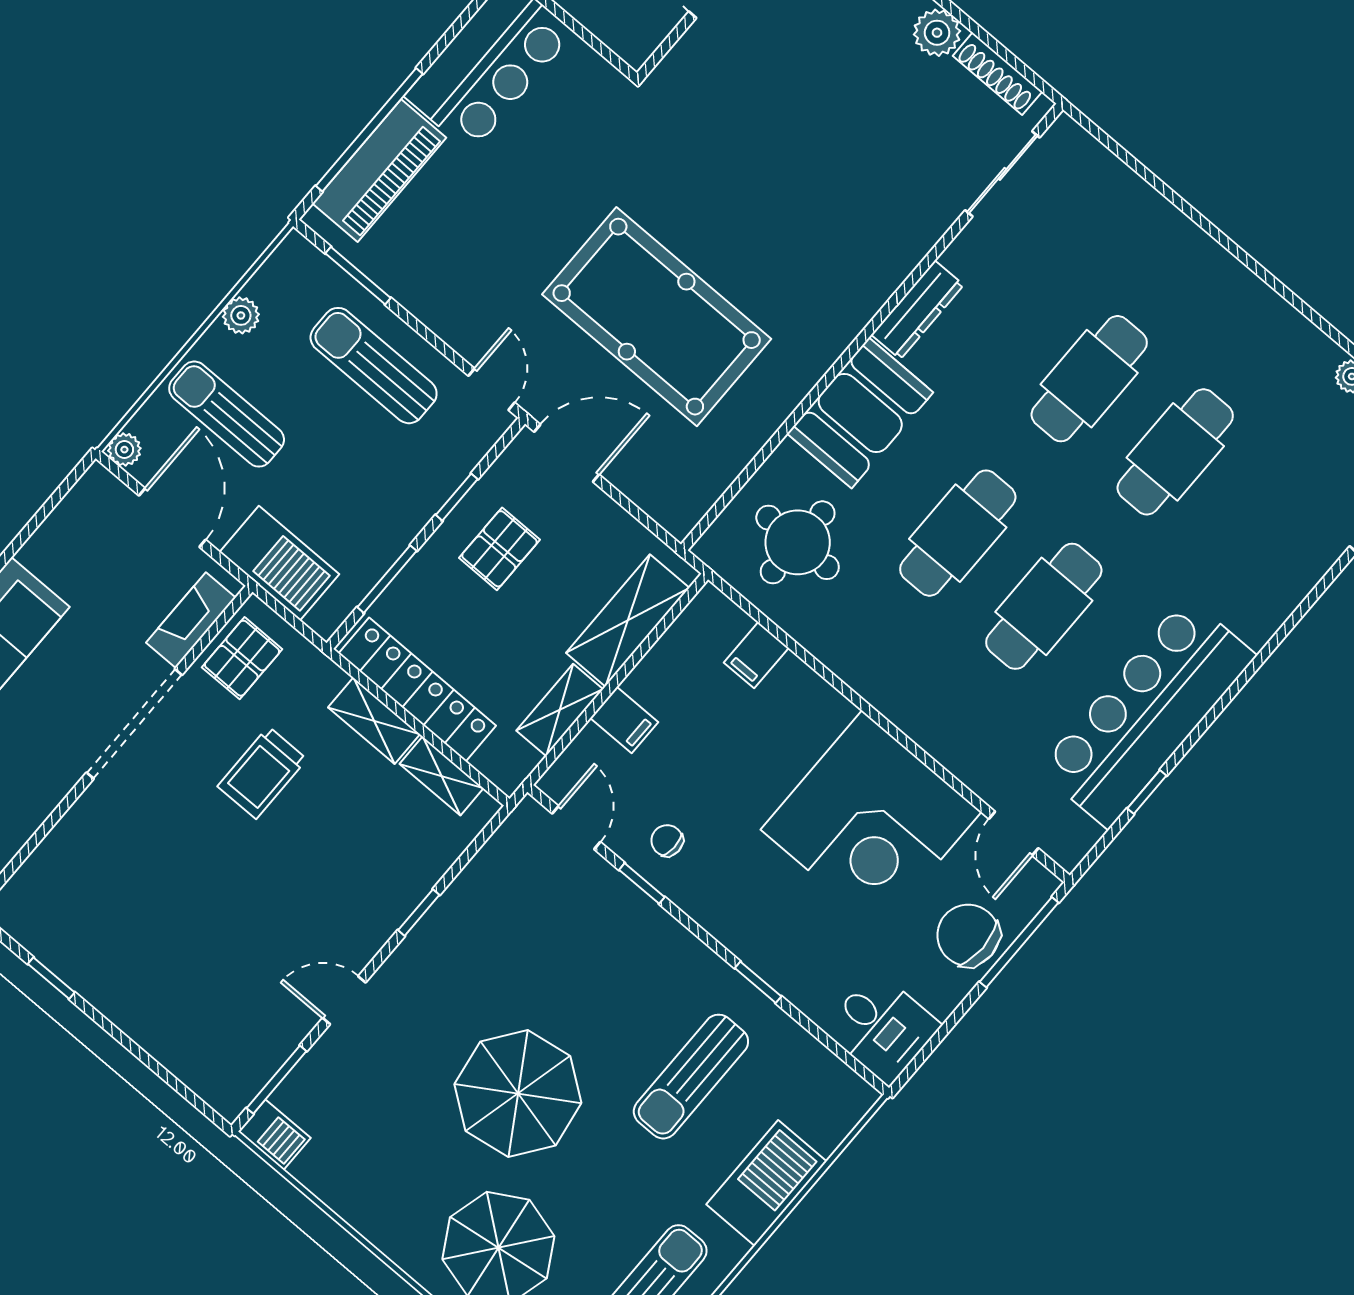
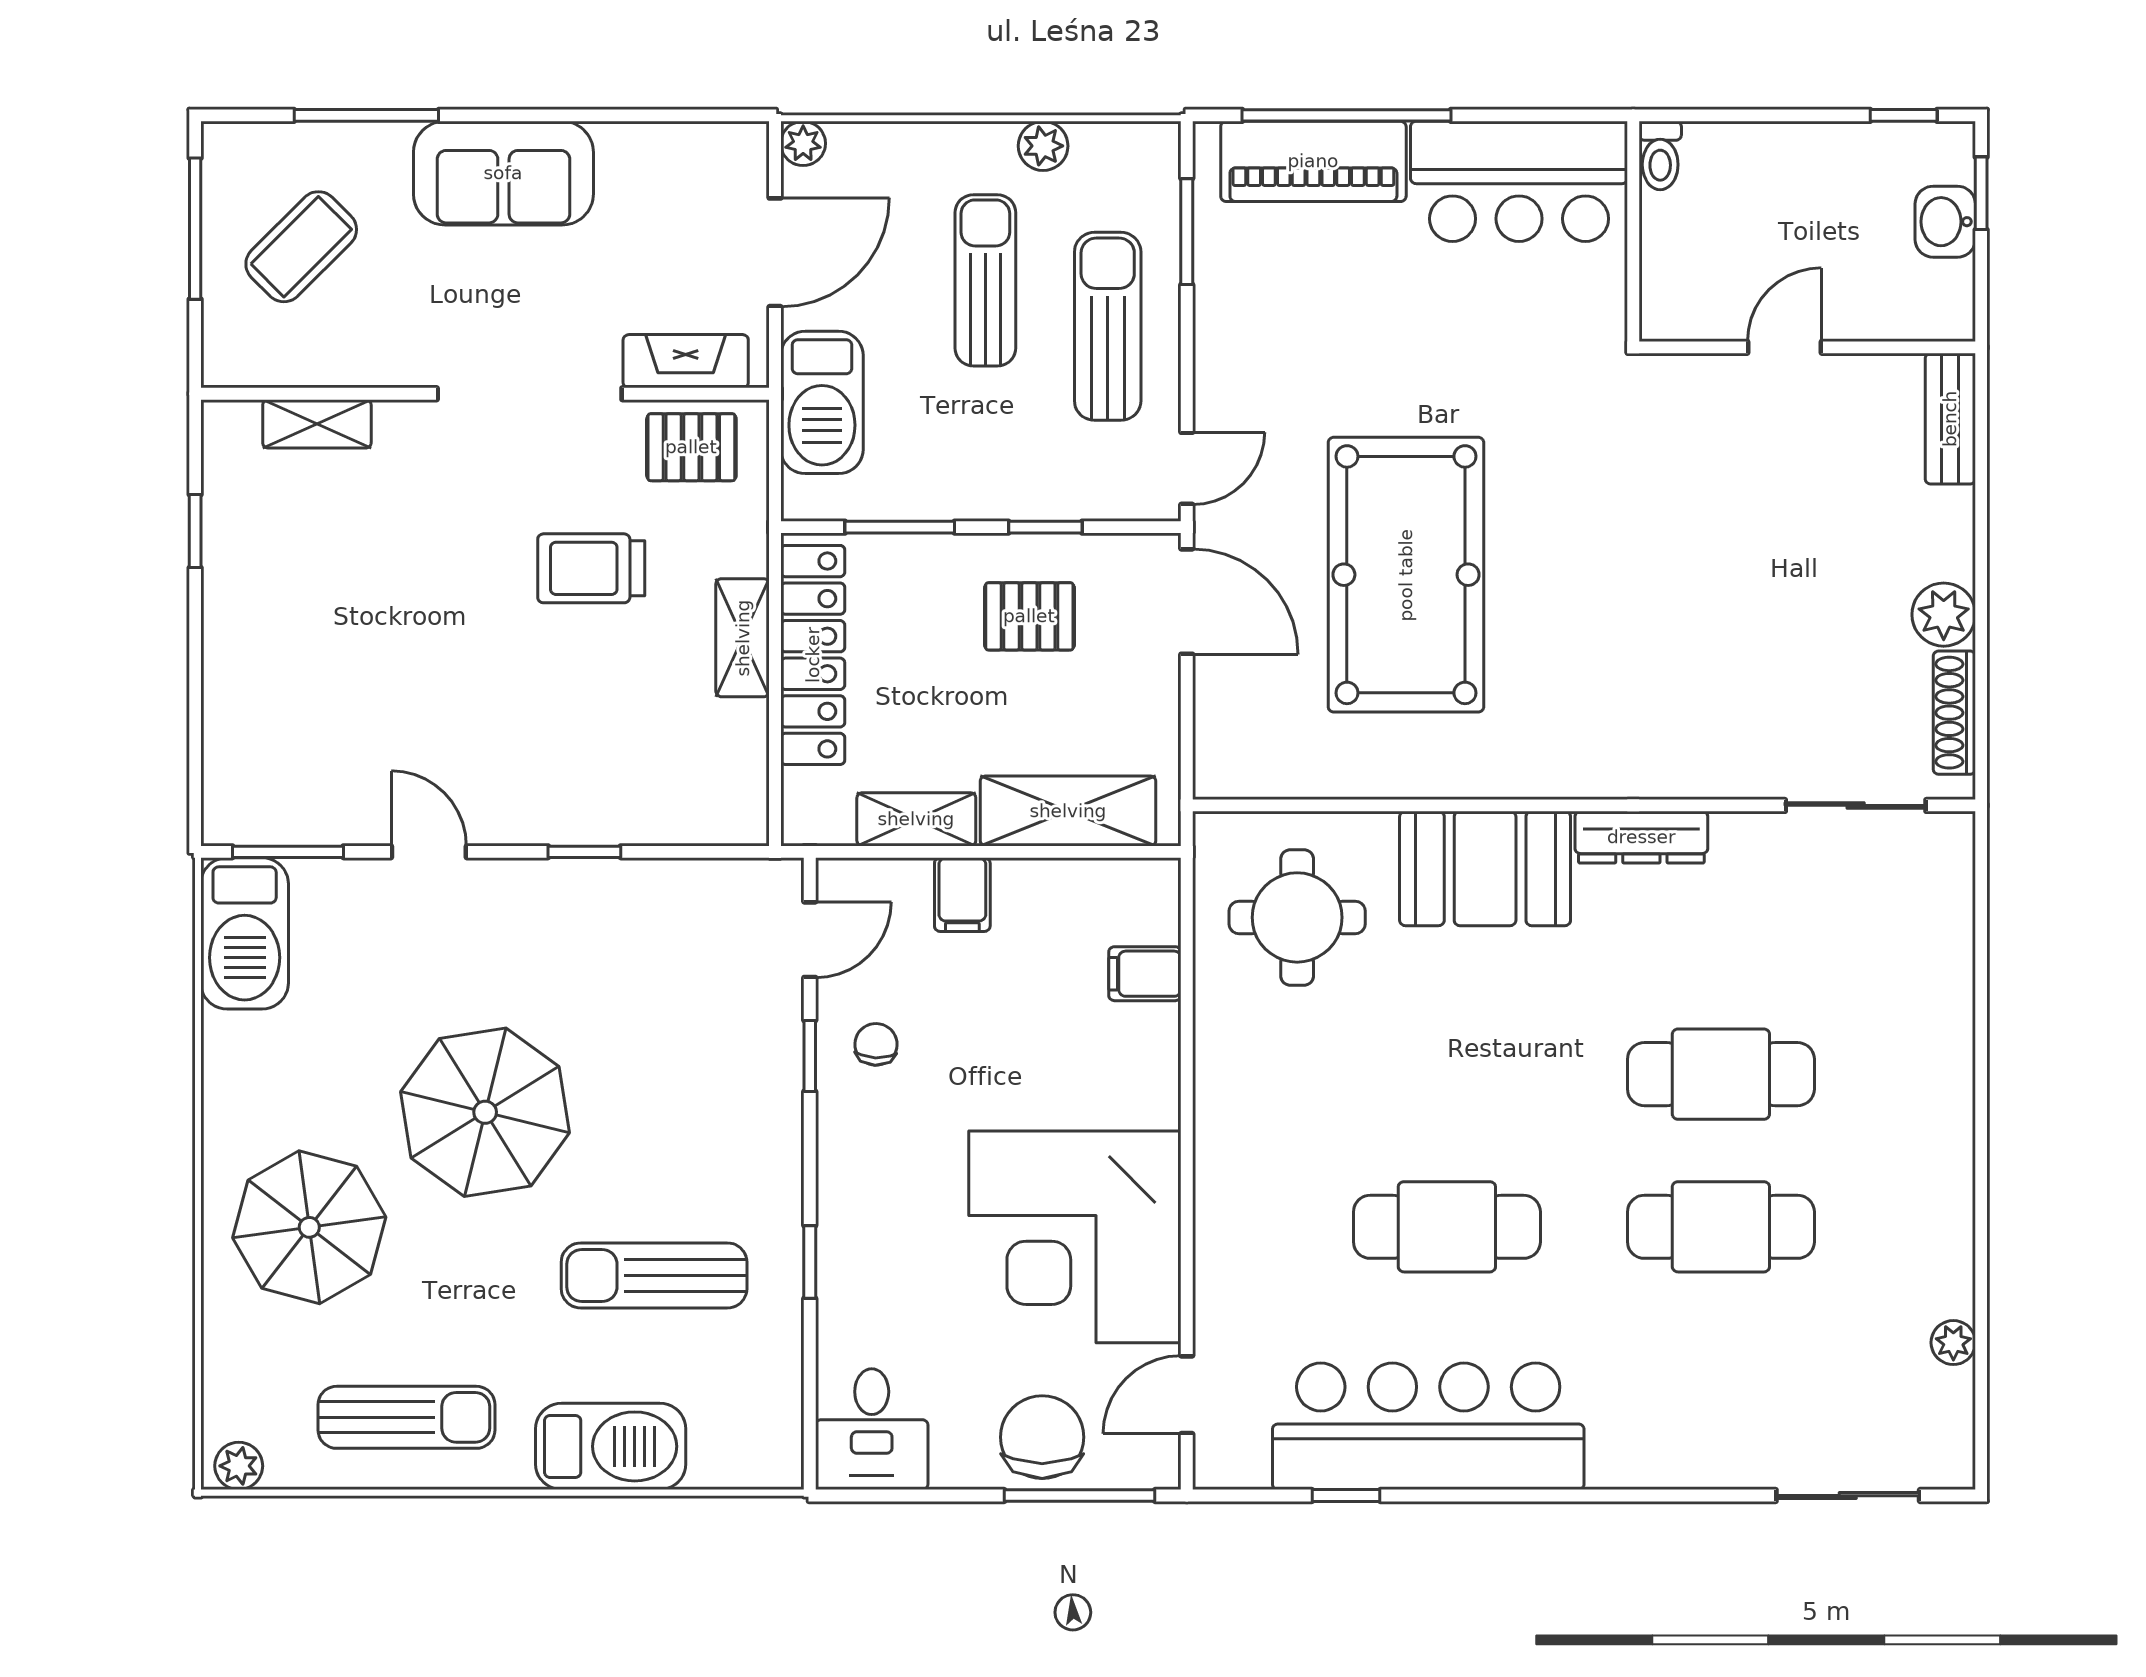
sun lounger: (227, 414) -> (985, 280), moved
cafe table: (958, 533) -> (1447, 1074), removed
shelving: (441, 776) -> (317, 424), moved, turned 90
barbecue: (274, 1135) -> (245, 933), width x1.88, depth x1.53

